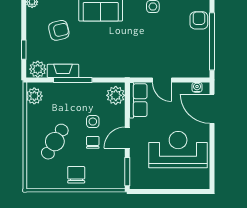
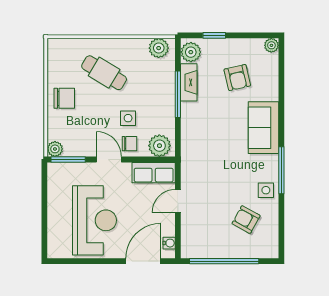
armchair: (199, 20) -> (246, 220), moved, turned -151
chair: (93, 142) -> (130, 144), moved
plant: (118, 183) -> (55, 149), added

